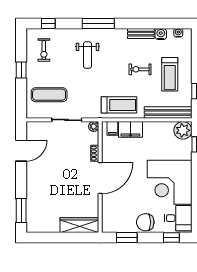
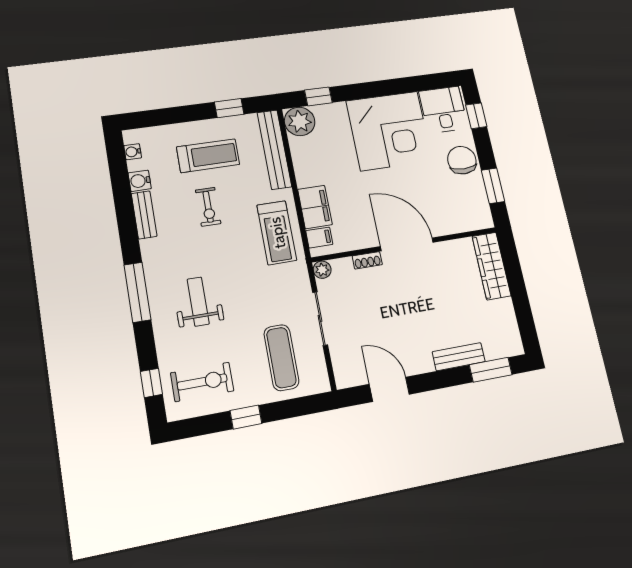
exercise bike: (44, 50) -> (202, 382), width x1.38, depth x1.39
weight bench: (87, 55) -> (198, 302), turned -90
treadmill: (119, 105) -> (277, 233), turned 180
bench: (32, 194) -> (459, 357), added
chair: (145, 222) -> (462, 160), turned 180

